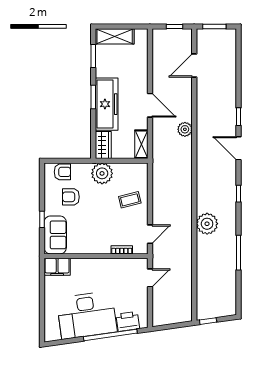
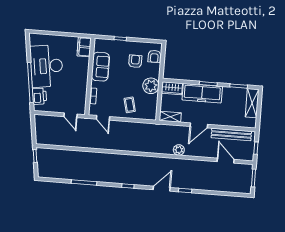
bench: (159, 61) -> (231, 134), added
plant: (207, 224) -> (107, 161), removed
sofa: (55, 235) -> (100, 67), moved, turned -90

